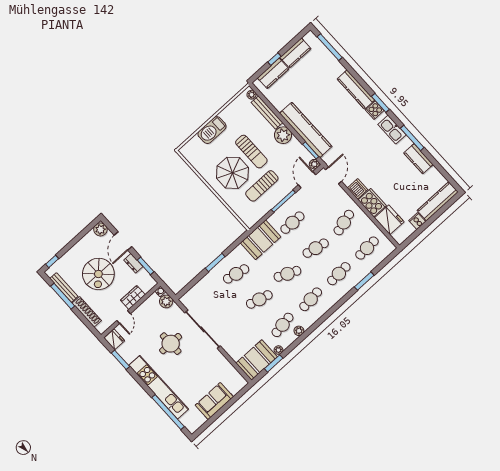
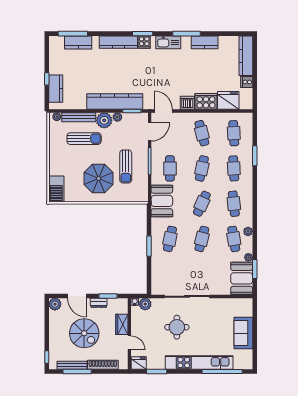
kitchen counter: (295, 53) -> (78, 42), moved, turned 90
barbecue: (212, 130) -> (56, 189), moved
sun lounger: (251, 152) -> (84, 139), moved
plant: (314, 164) -> (117, 117), moved
door: (307, 180) -> (150, 132), swing flipped

